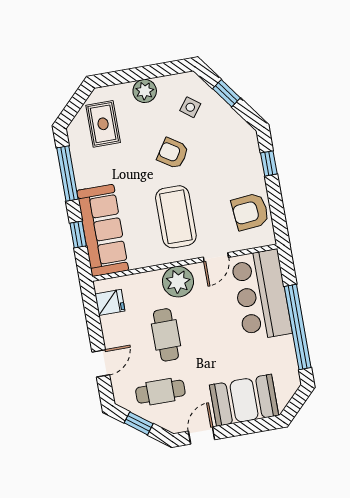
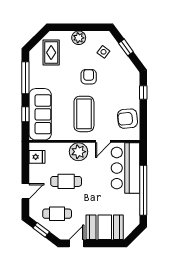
armchair: (173, 153) -> (89, 77), turned 57
cafe table: (166, 335) -> (66, 181), turned 90

